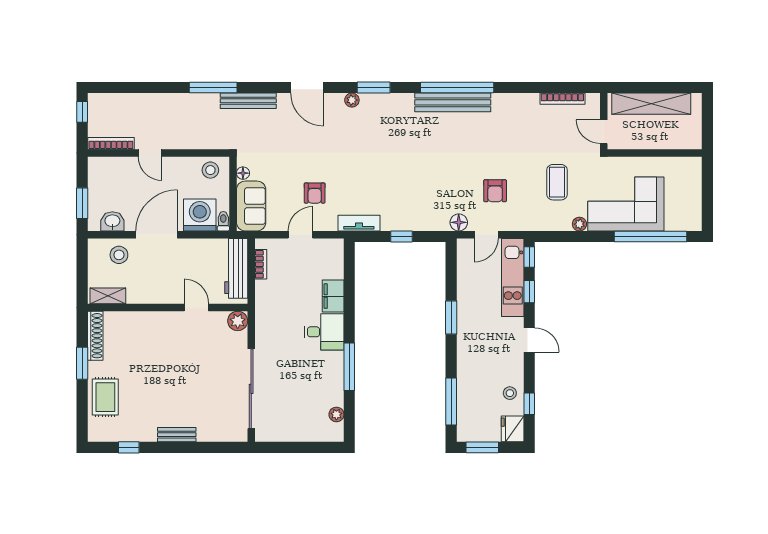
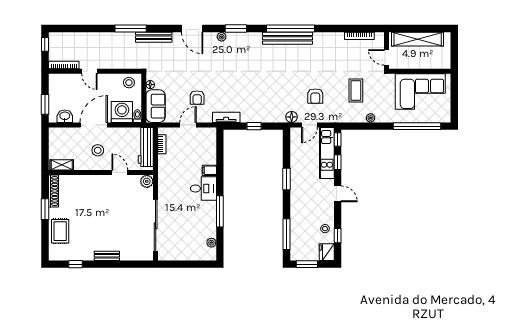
corner sofa: (626, 204) -> (420, 92), moved, turned 180
stool: (119, 255) -> (98, 150), moved
filing cabinet: (333, 296) -> (209, 170), width x0.50

